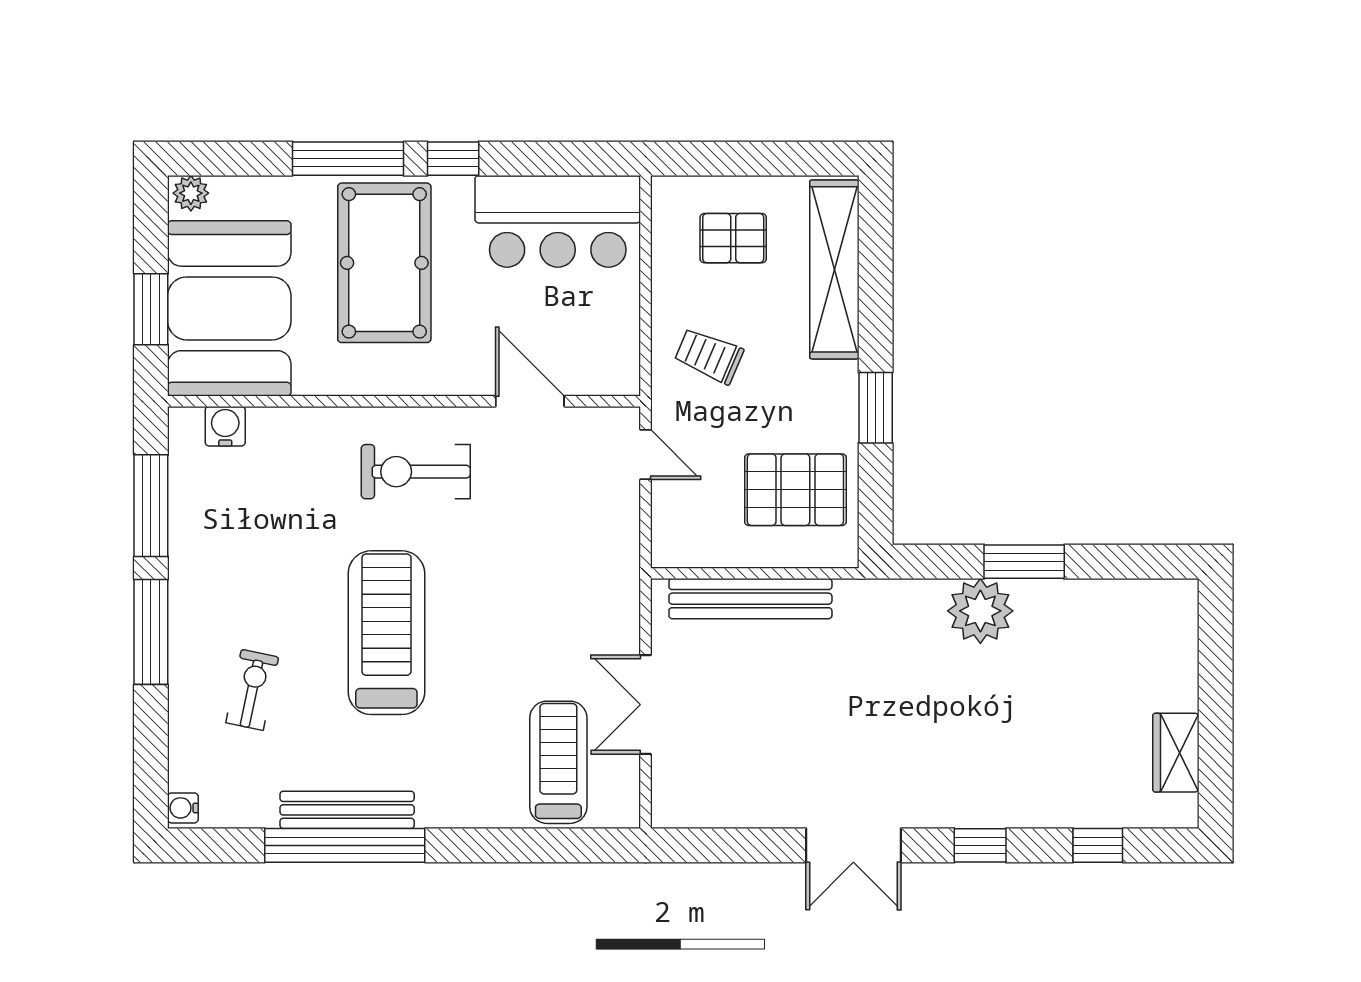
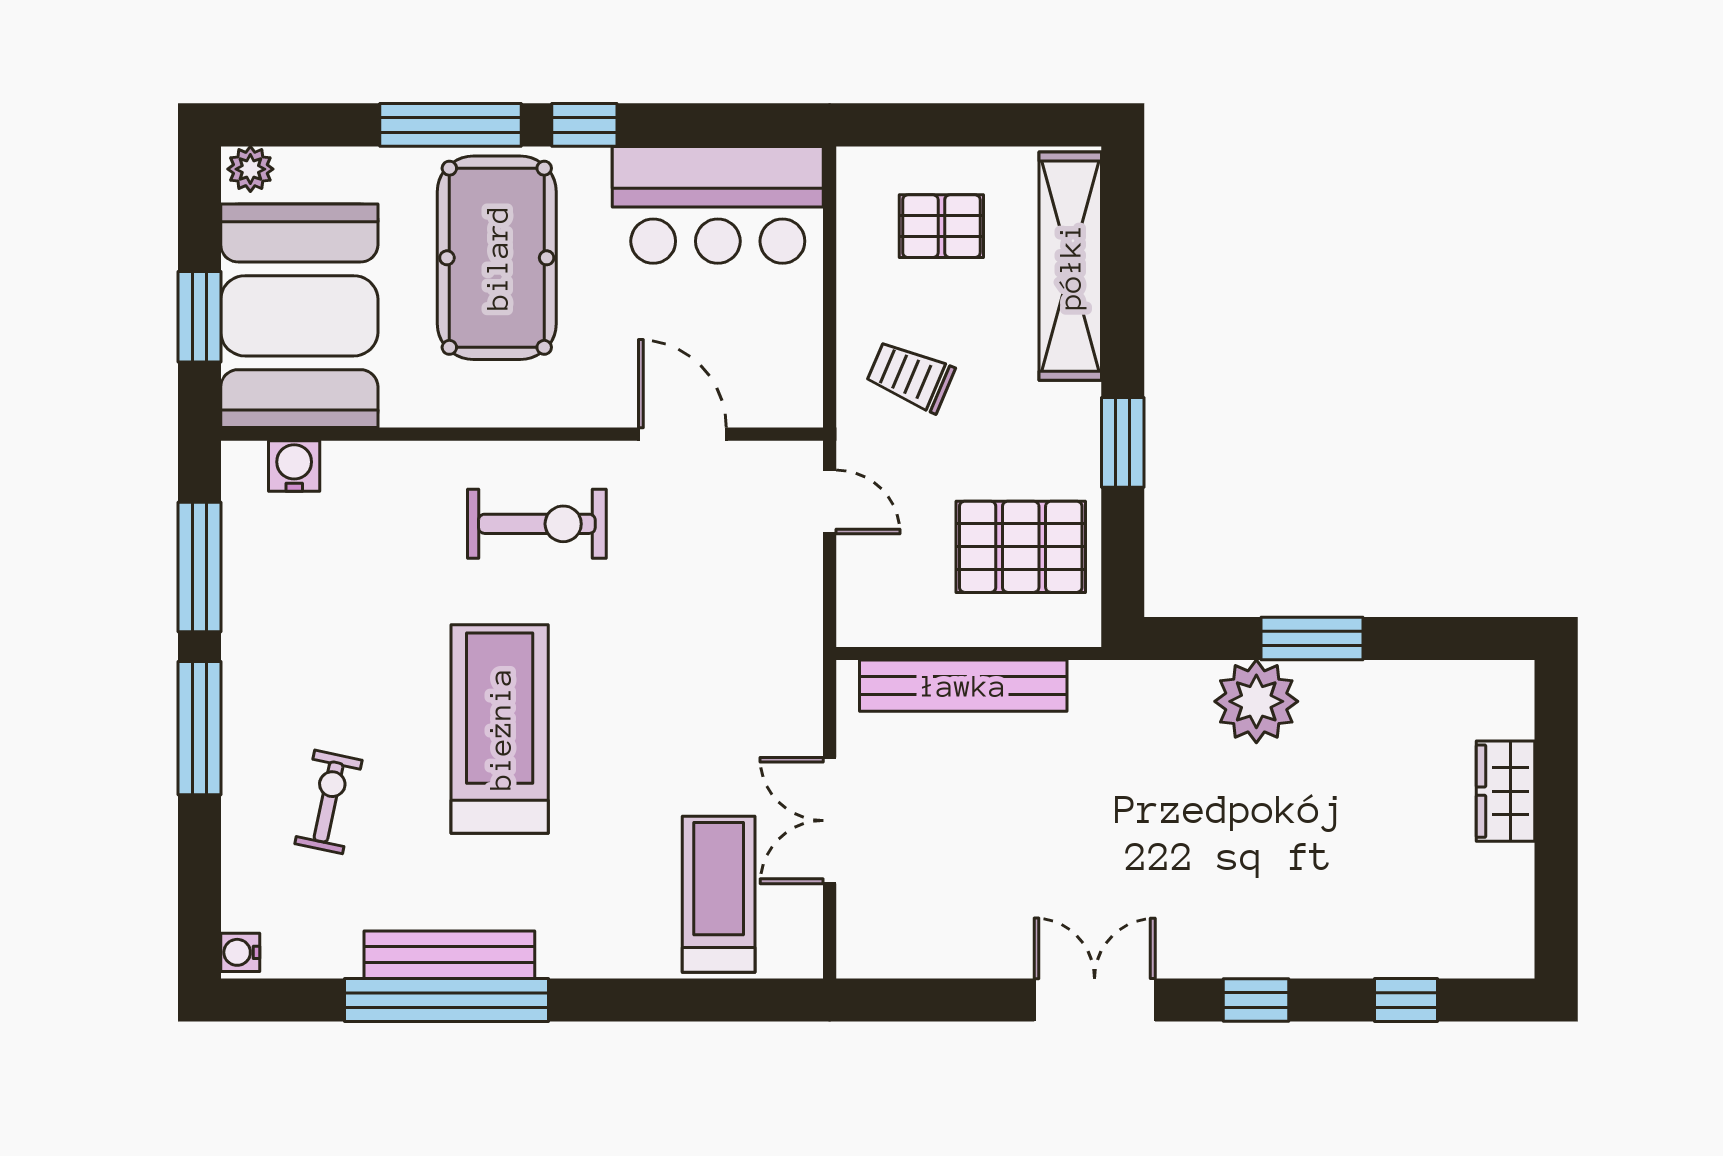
exercise bike: (416, 472) -> (537, 524), turned 180
wardrobe: (1176, 753) -> (1506, 791), moved
double door: (853, 845) -> (1095, 1000), swing flipped

